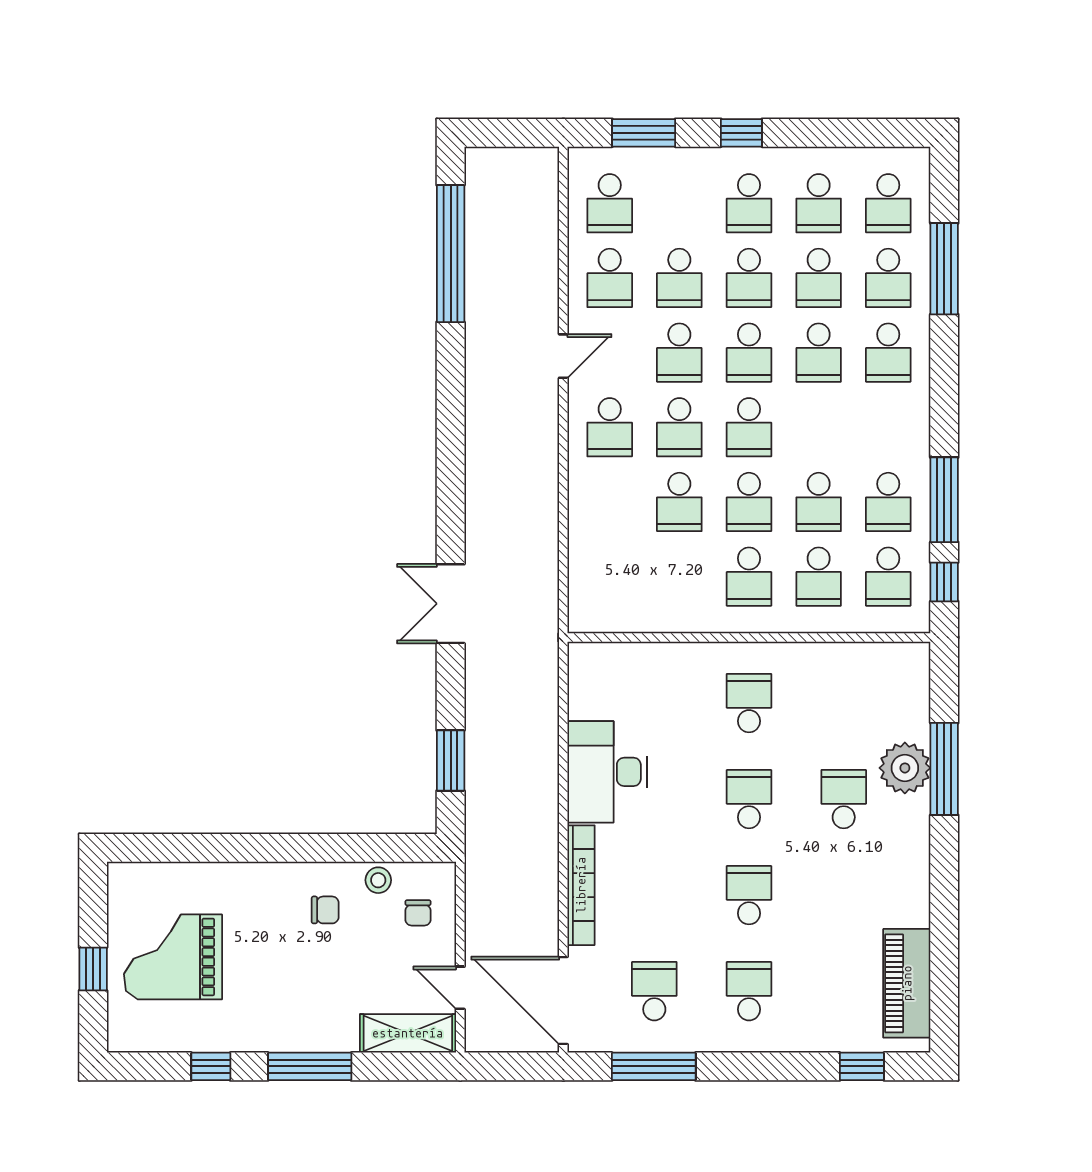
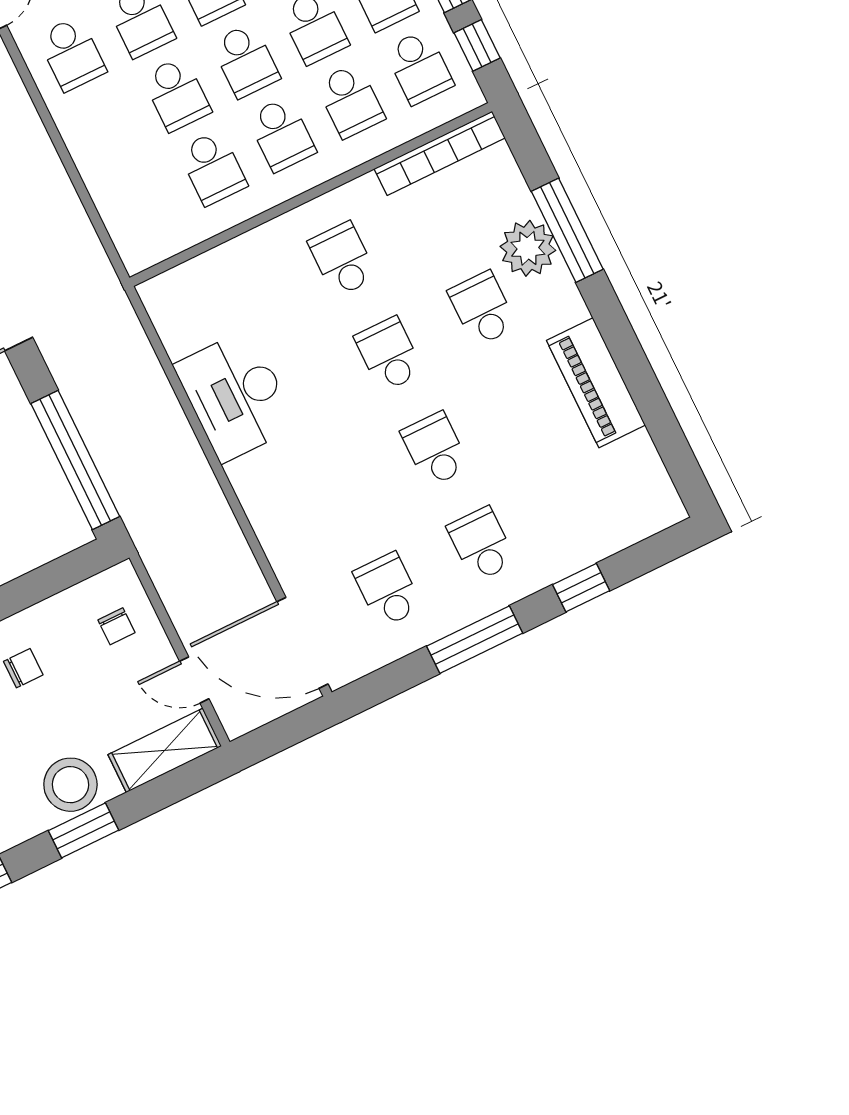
school desk: (679, 577) -> (213, 168), added
window: (451, 760) -> (75, 460), width x2.11
stool: (378, 880) -> (70, 785), moved, width x1.89, depth x1.89
bookcase: (581, 885) -> (440, 153), moved, turned 90
piano: (907, 983) -> (596, 383), moved
window: (310, 1066) -> (83, 830), width x0.69
window: (654, 1066) -> (475, 640), moved
window: (862, 1066) -> (581, 588), moved

